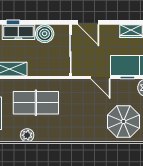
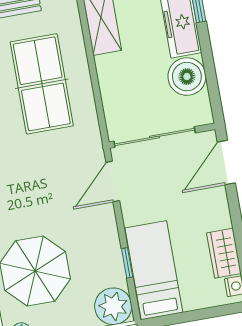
door: (101, 77) -> (113, 182), moved

